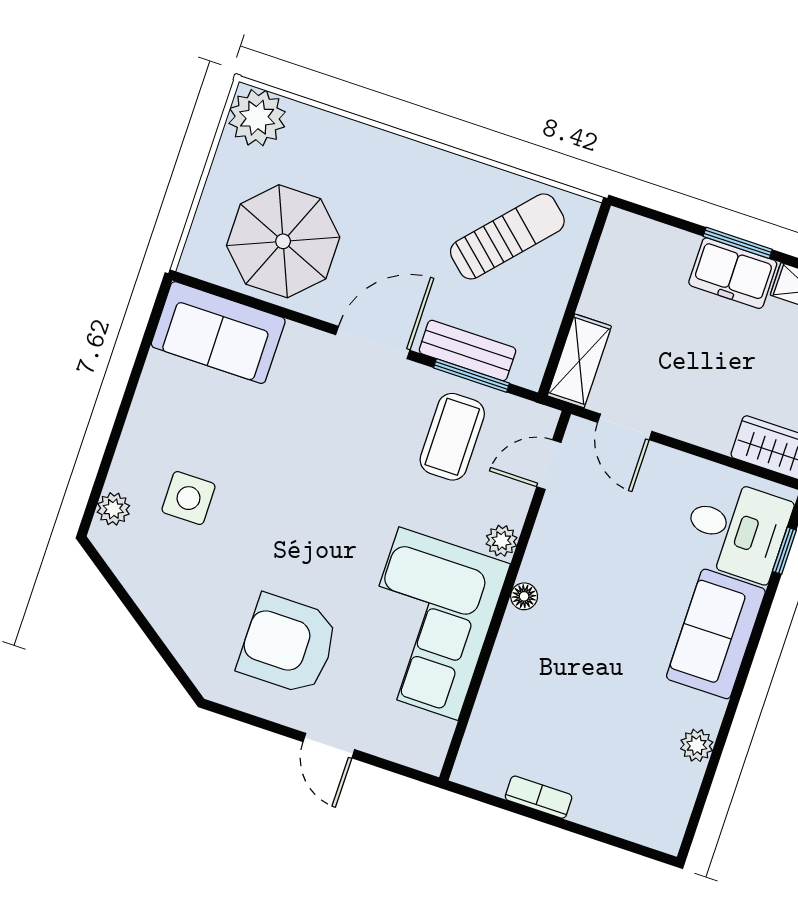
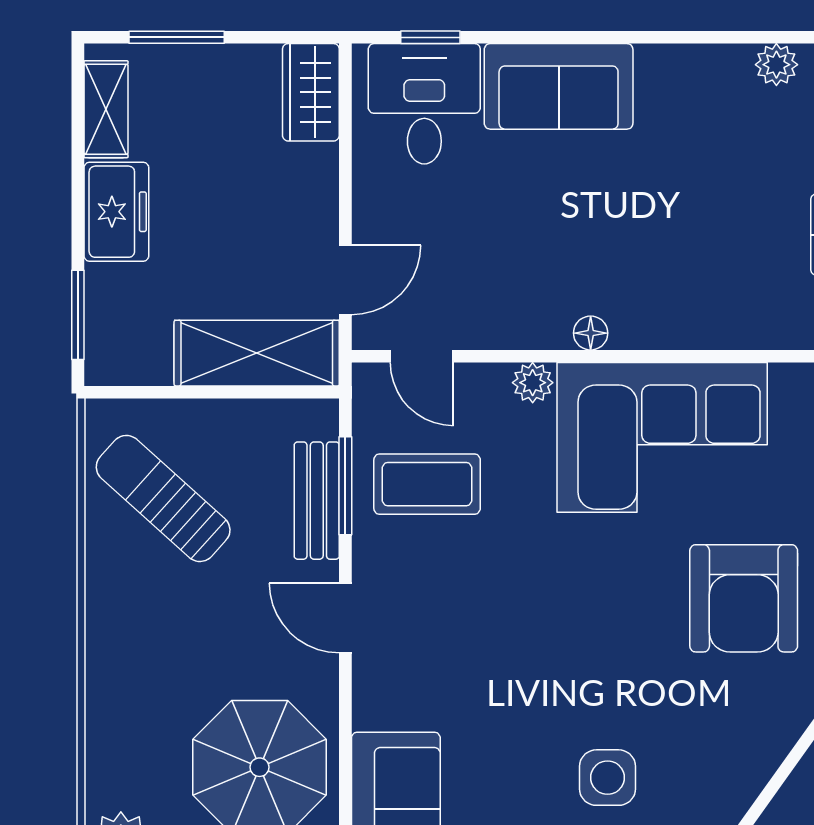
window: (738, 243) -> (78, 315), moved
door: (373, 342) -> (345, 618), width x0.73
shelving: (579, 361) -> (257, 353), width x1.50, depth x1.33
plant: (697, 745) -> (776, 65), moved

